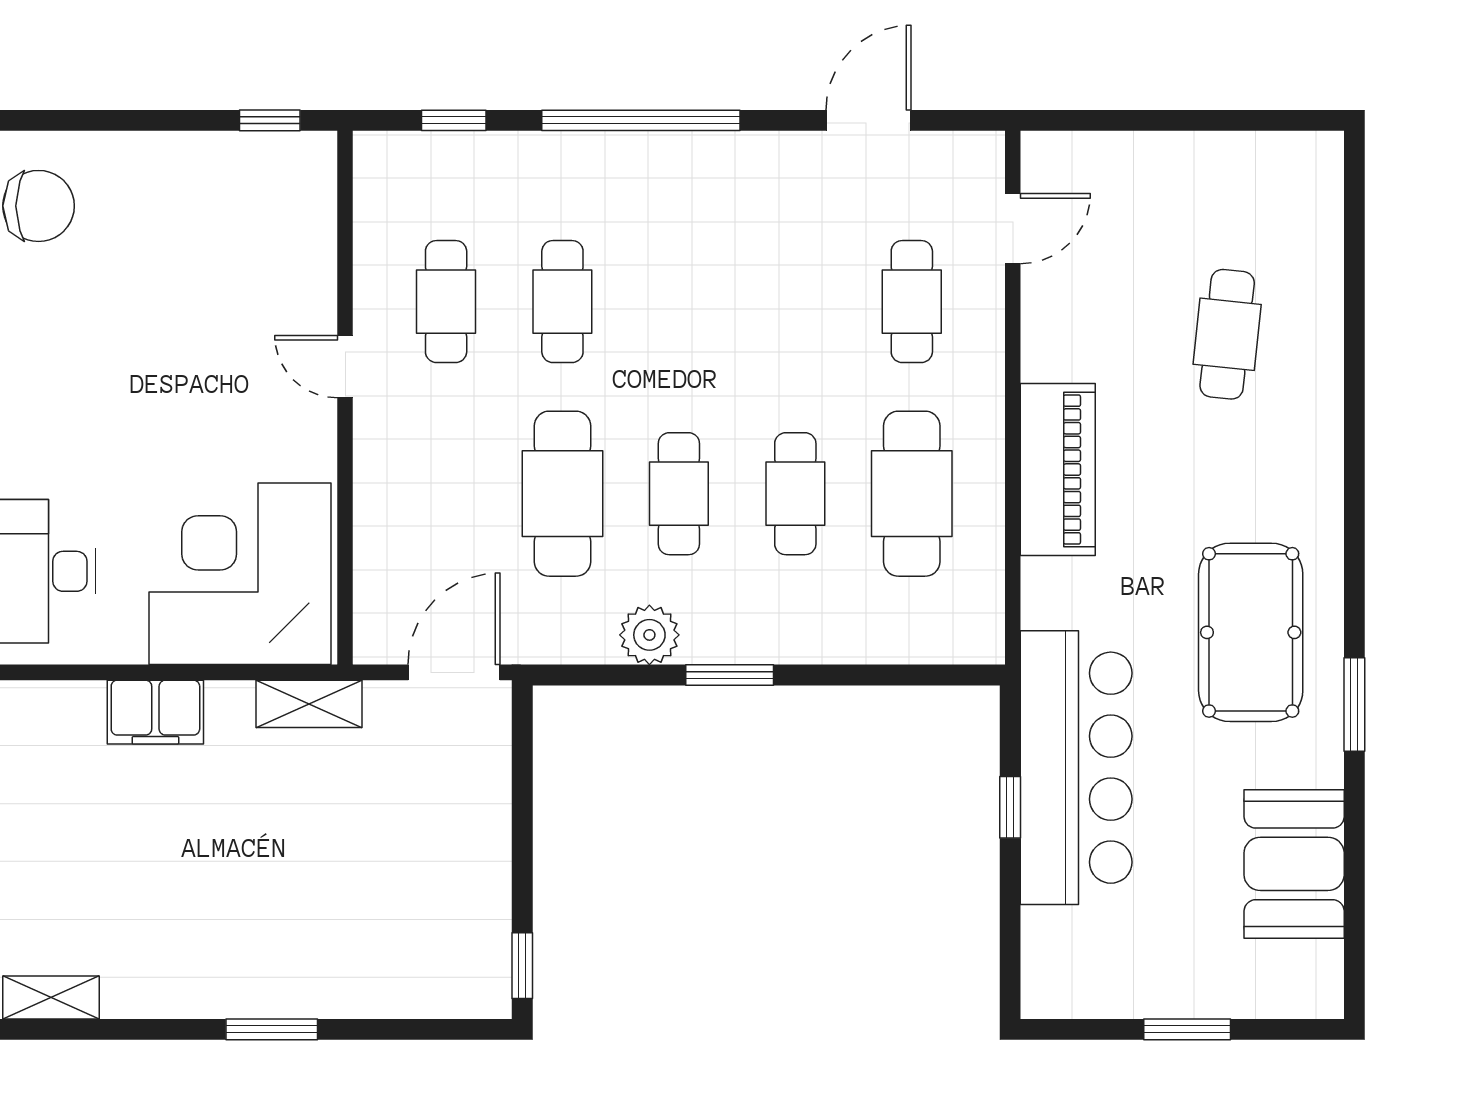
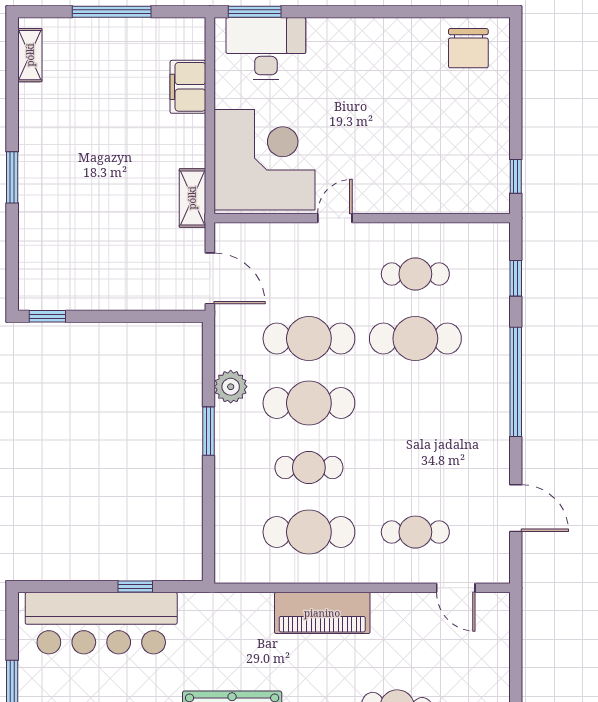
cafe table: (562, 302) -> (415, 338), width x1.37, depth x1.35
door: (345, 367) -> (335, 218), moved
cafe table: (679, 494) -> (309, 403), width x1.37, depth x1.35
filing cabinet: (155, 712) -> (188, 87), moved
bar counter: (1076, 768) -> (101, 623), moved

